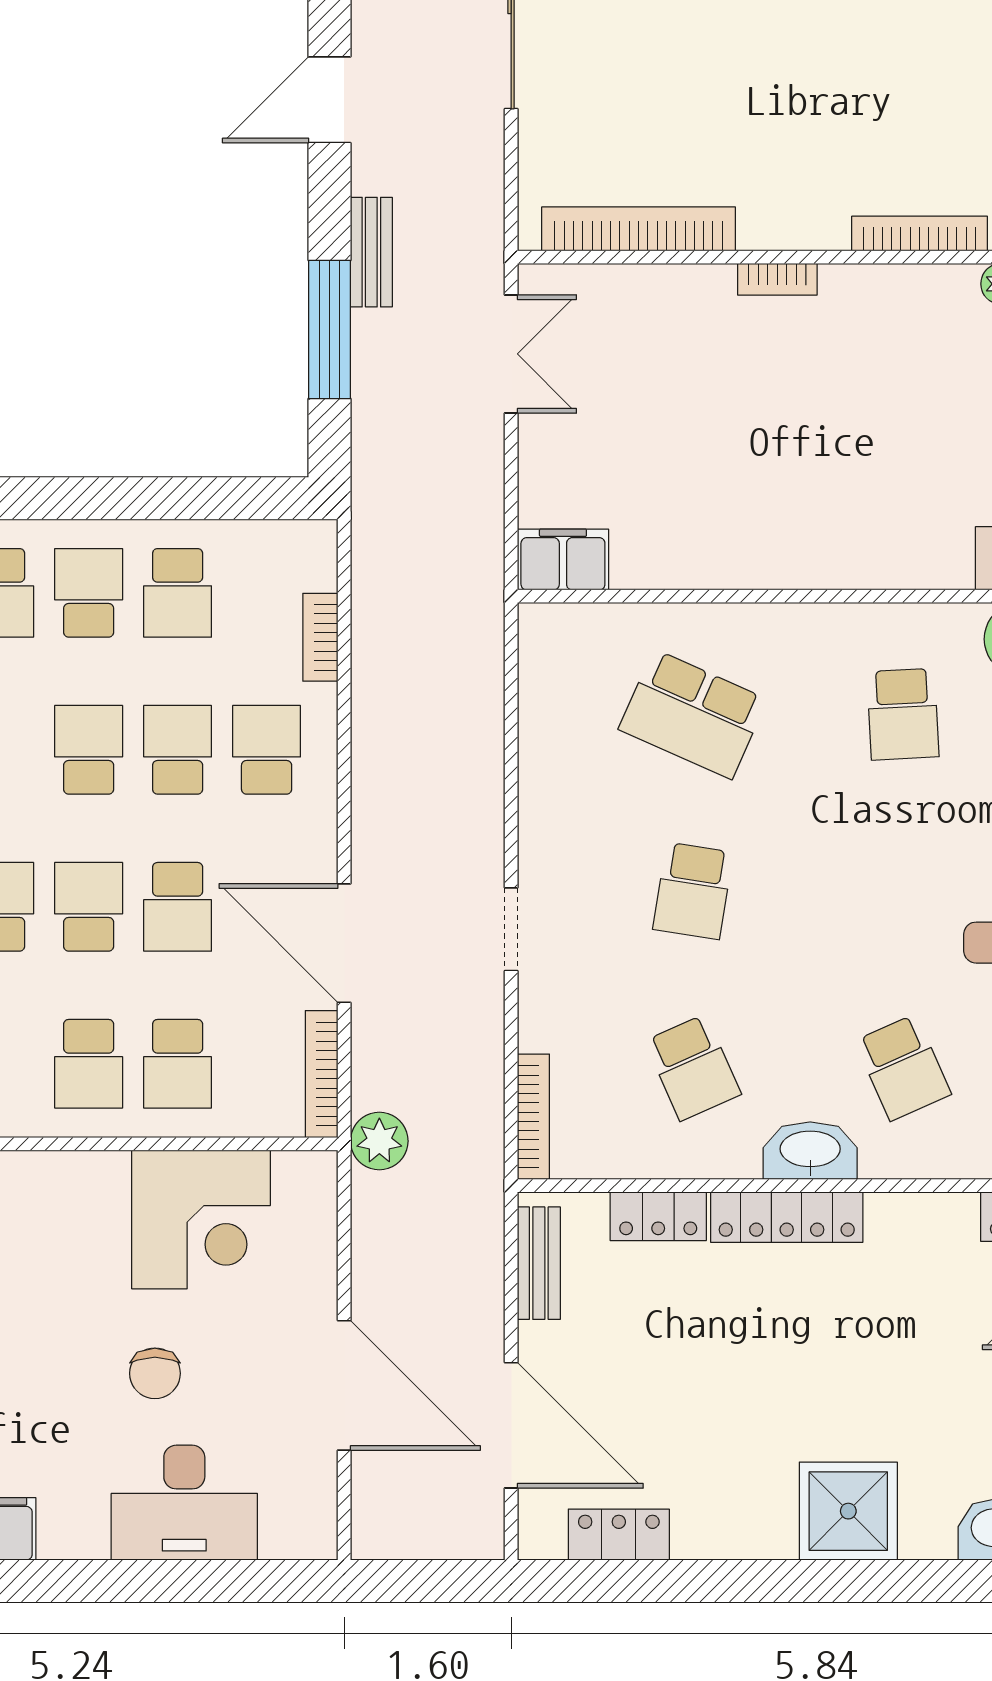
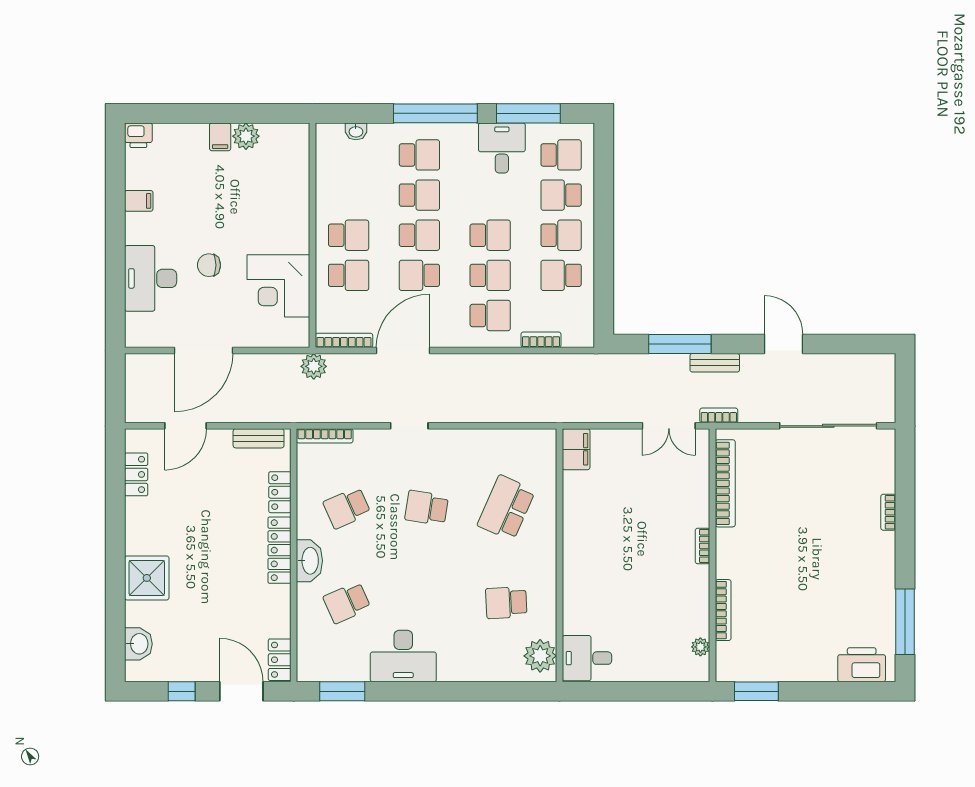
bookcase: (488, 243) -> (719, 415), added
school desk: (89, 1064) -> (349, 235), turned 180
school desk: (178, 1064) -> (349, 275), turned 180
door: (511, 1425) -> (186, 426), width x0.73

